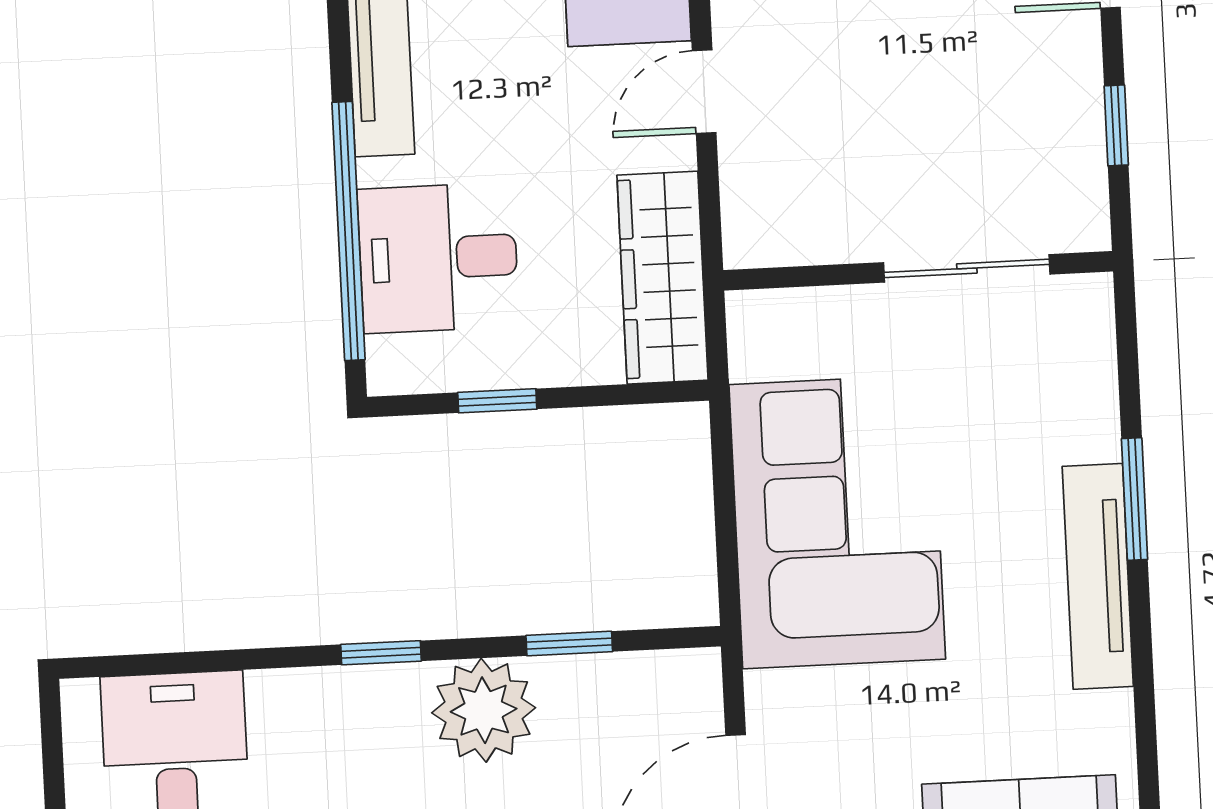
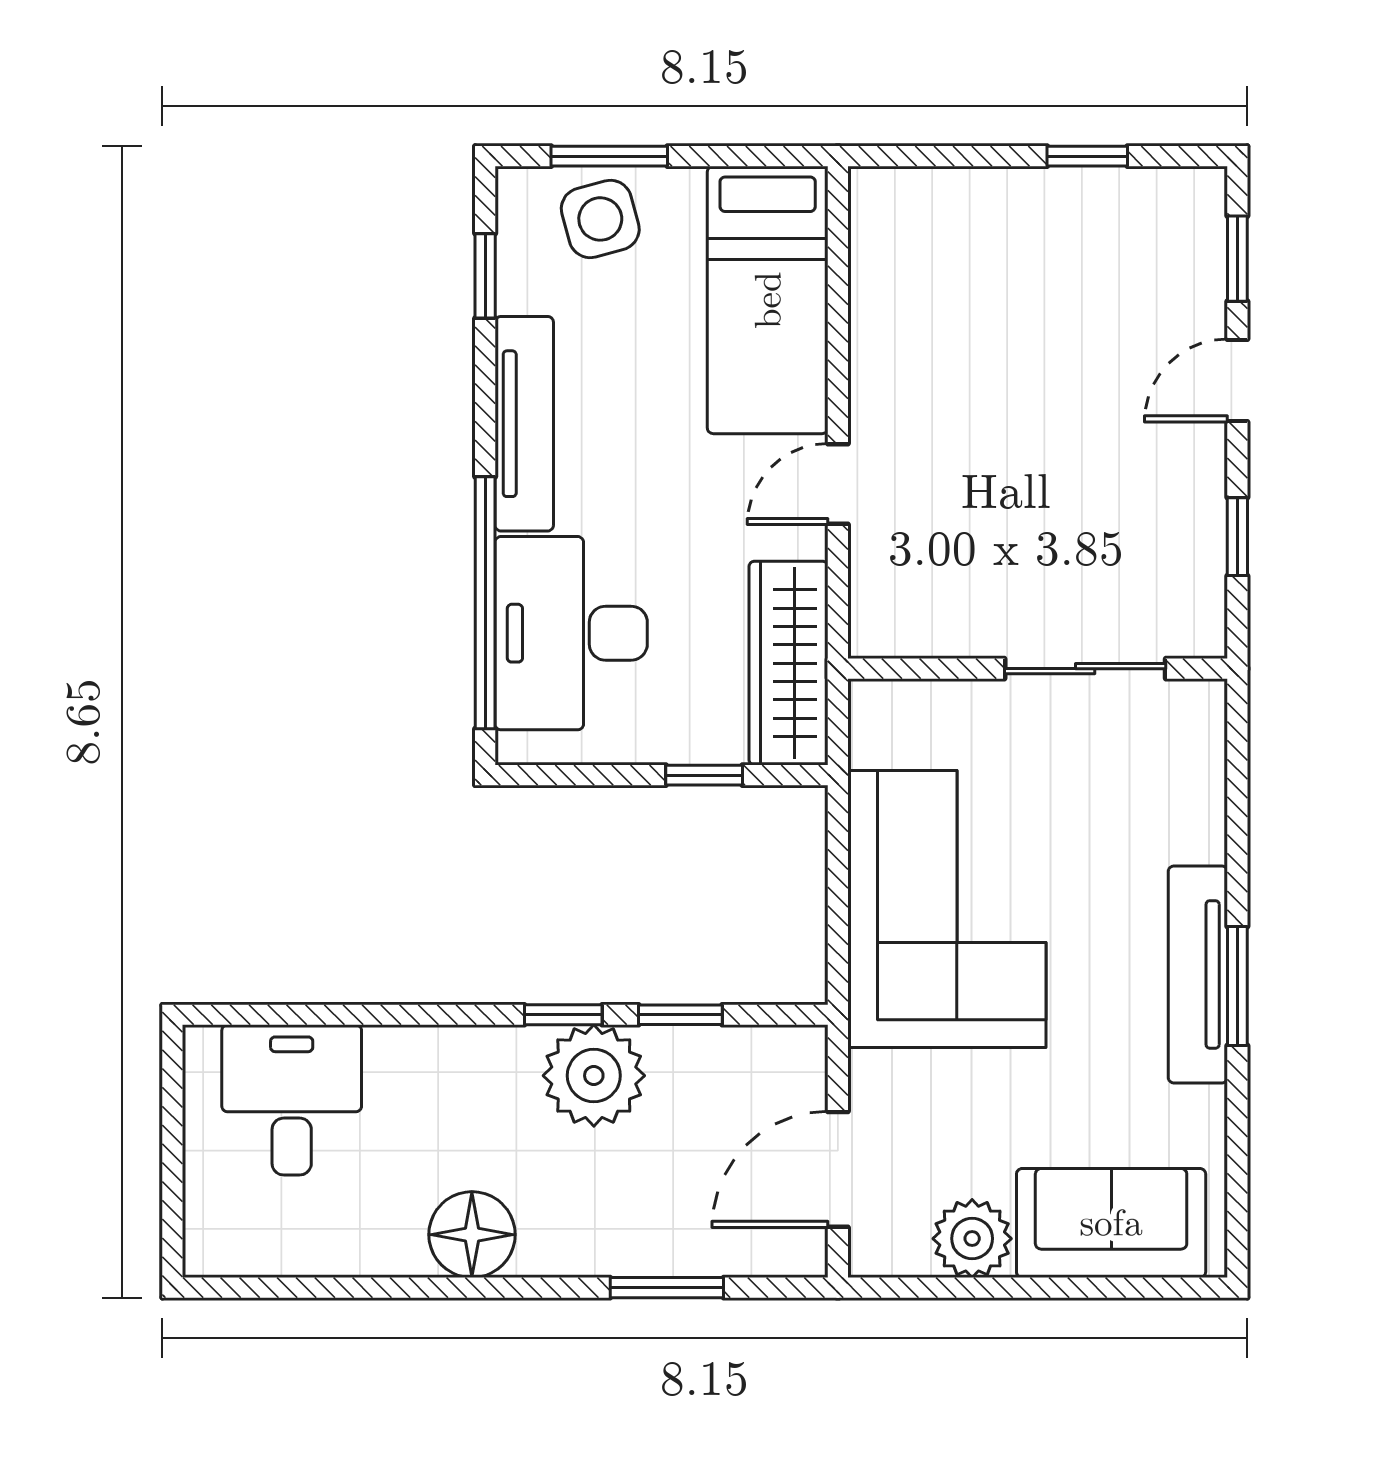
desk: (438, 258) -> (571, 633), width x1.37
window: (497, 401) -> (704, 775), moved
window: (1135, 499) -> (1237, 986), moved
window: (381, 653) -> (563, 1015), moved

